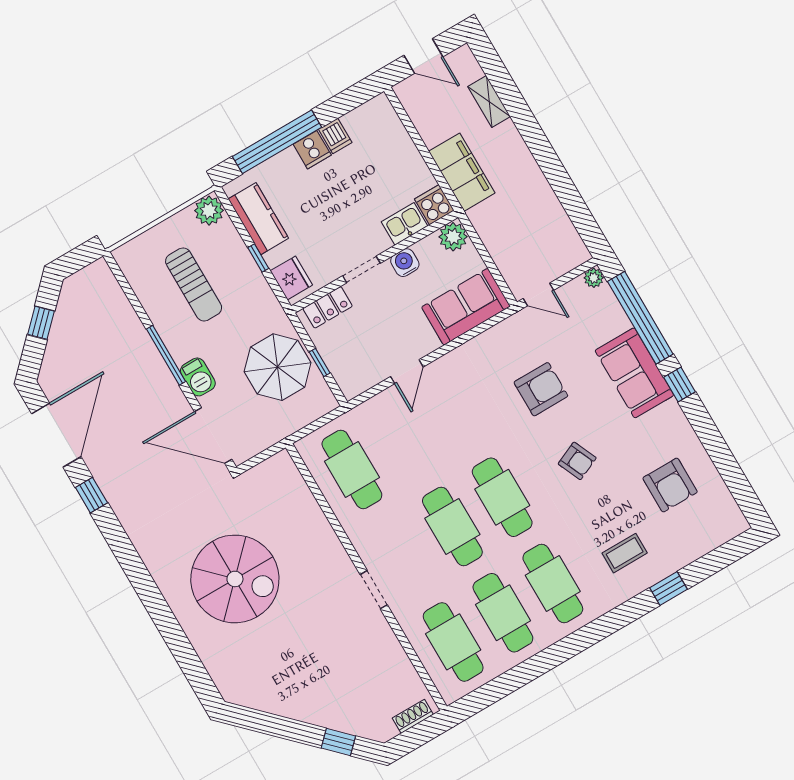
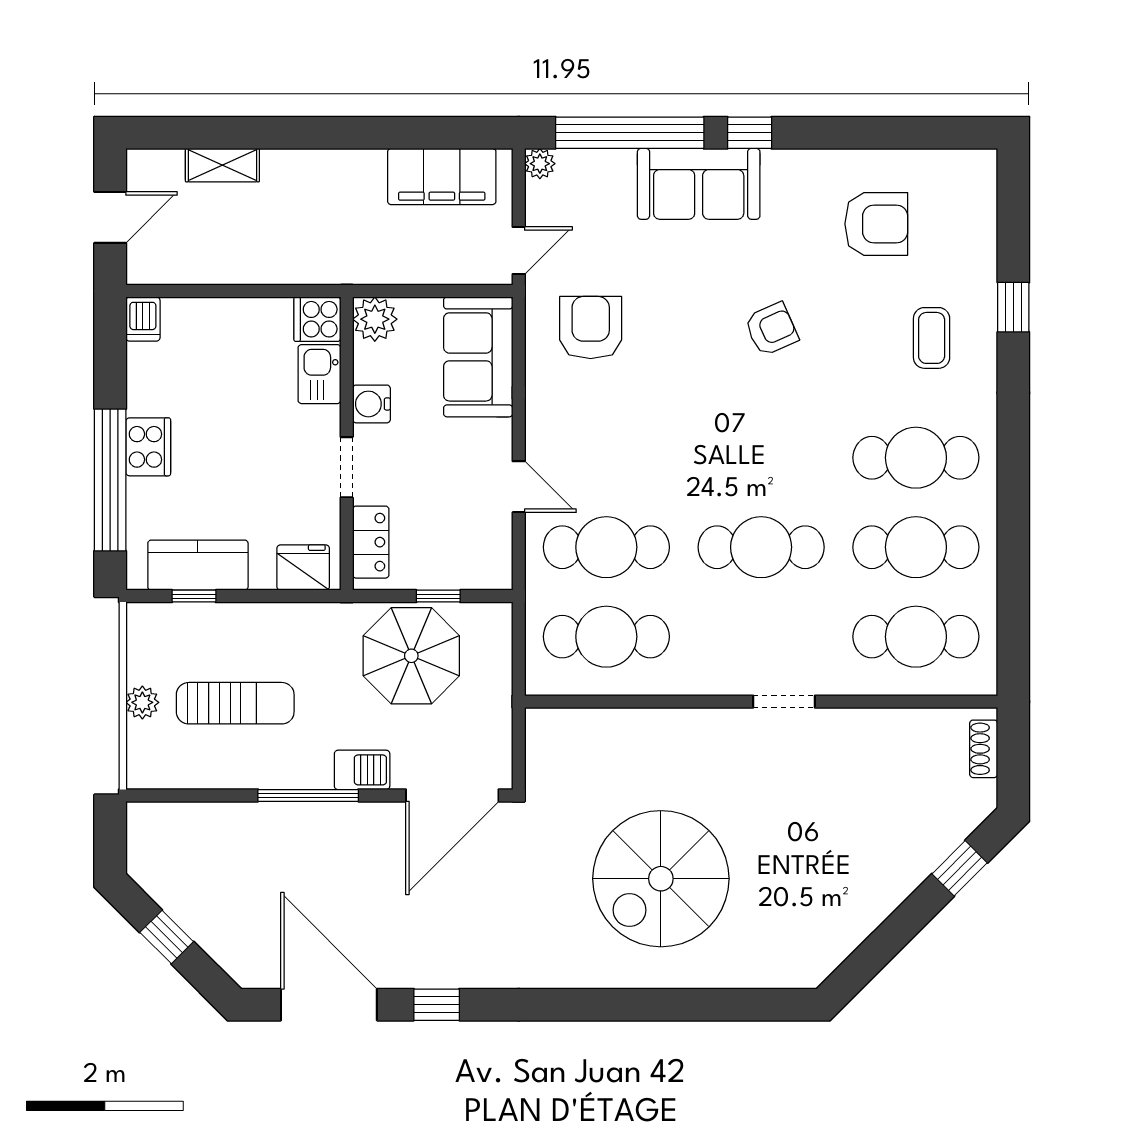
dishwasher: (335, 136) -> (143, 319), moved, turned 90
cooker: (312, 150) -> (148, 447), width x1.36
filing cabinet: (462, 172) -> (442, 176), moved, turned 180
plant: (209, 211) -> (142, 702), moved, width x0.73, depth x0.73
window: (258, 258) -> (194, 596), moved
armchair: (541, 389) -> (591, 328), moved
cafe table: (502, 497) -> (606, 547), moved
spiral stairs: (235, 579) -> (661, 879), turned 180

